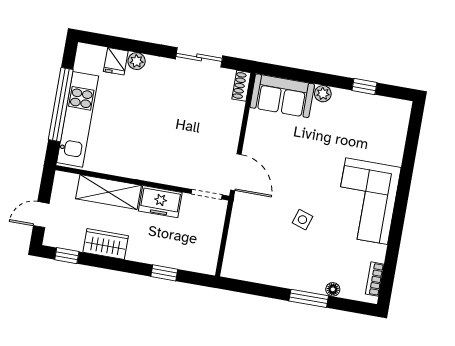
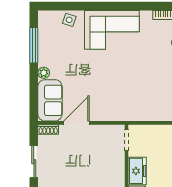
window: (364, 86) -> (34, 45), width x2.17
door: (236, 172) -> (76, 123), moved
side table: (302, 220) -> (69, 20), moved

